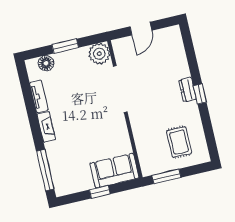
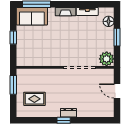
sofa: (114, 171) -> (32, 16), moved, turned 90

